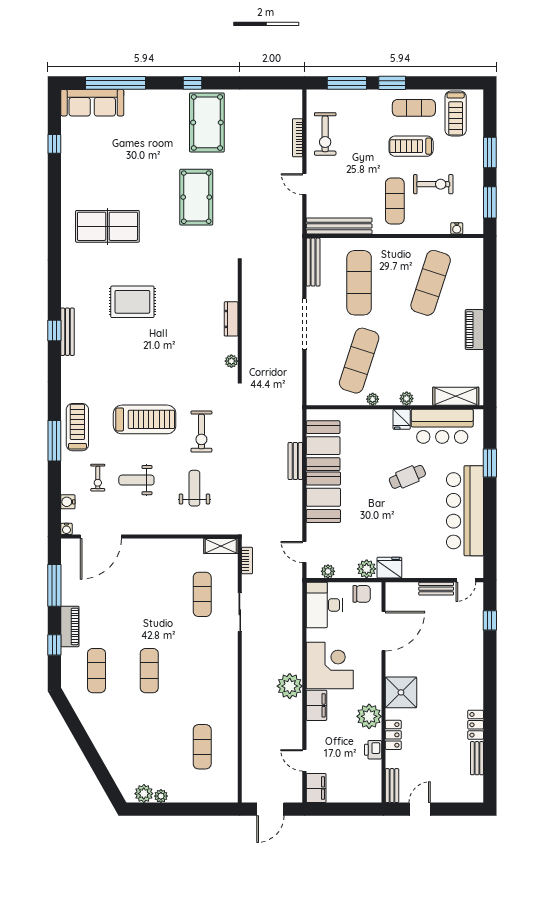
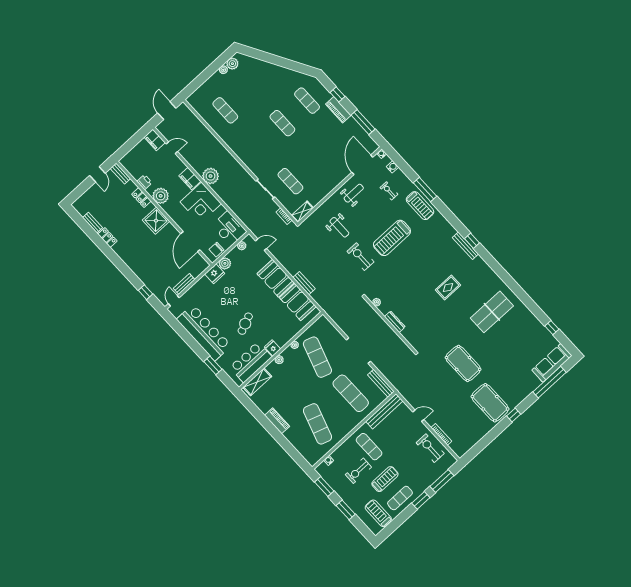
rug: (132, 302) -> (448, 287), width x0.73, depth x0.70
weight bench: (136, 480) -> (354, 193), moved

